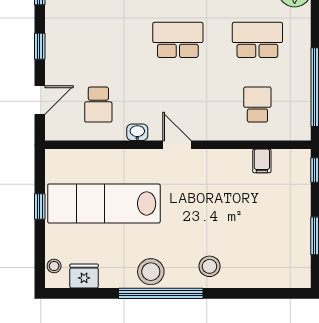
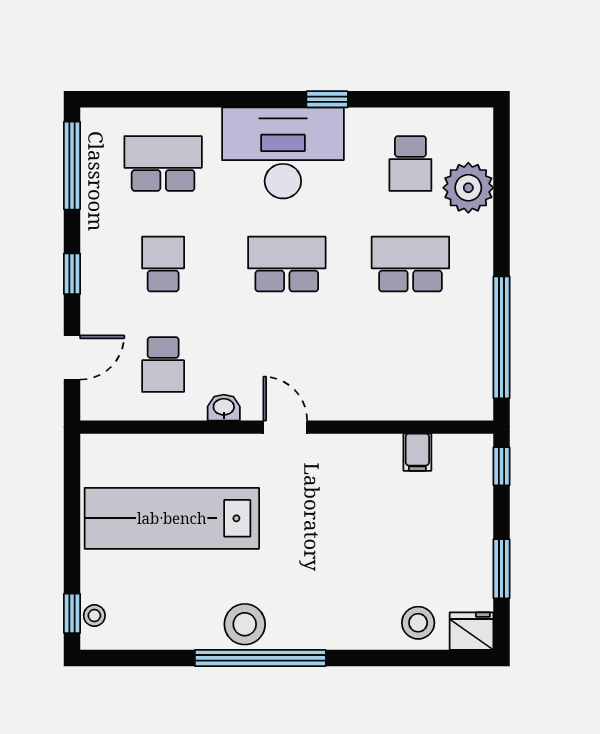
school desk: (257, 105) -> (163, 264), moved
window: (40, 206) -> (72, 613), moved
stool: (209, 266) -> (418, 623), moved
fridge: (84, 276) -> (472, 631), moved

